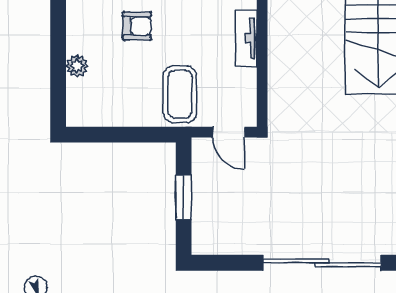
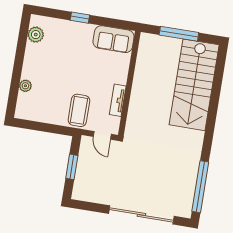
armchair: (137, 26) -> (62, 69), removed
tv unit: (246, 38) -> (118, 100), moved

